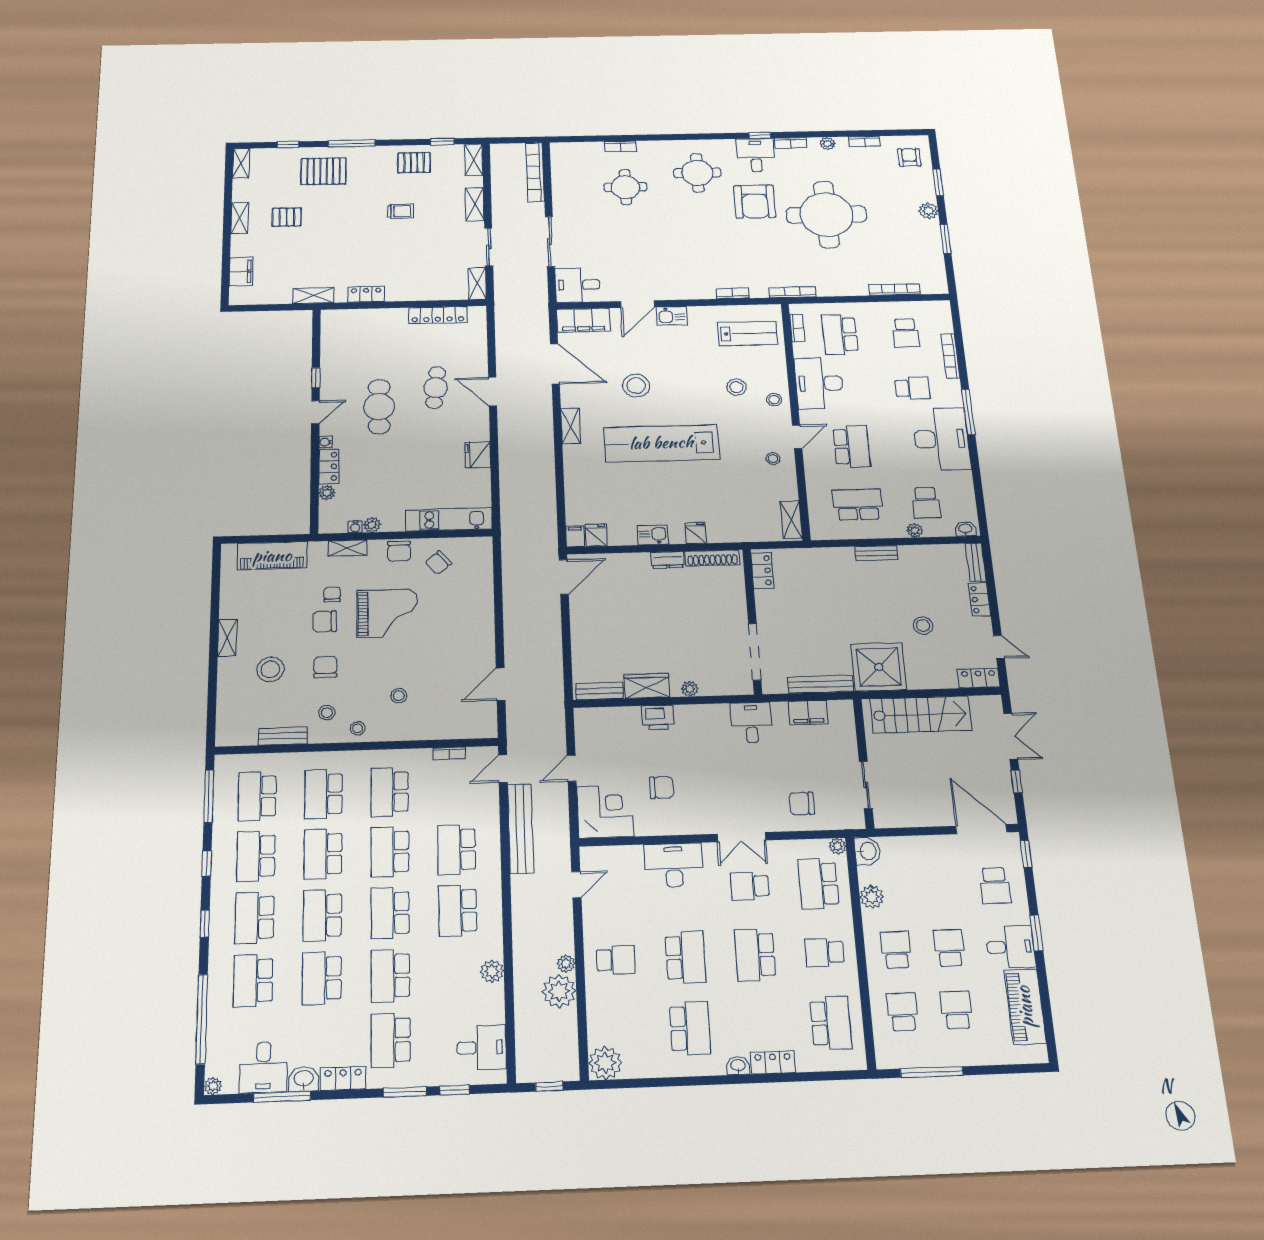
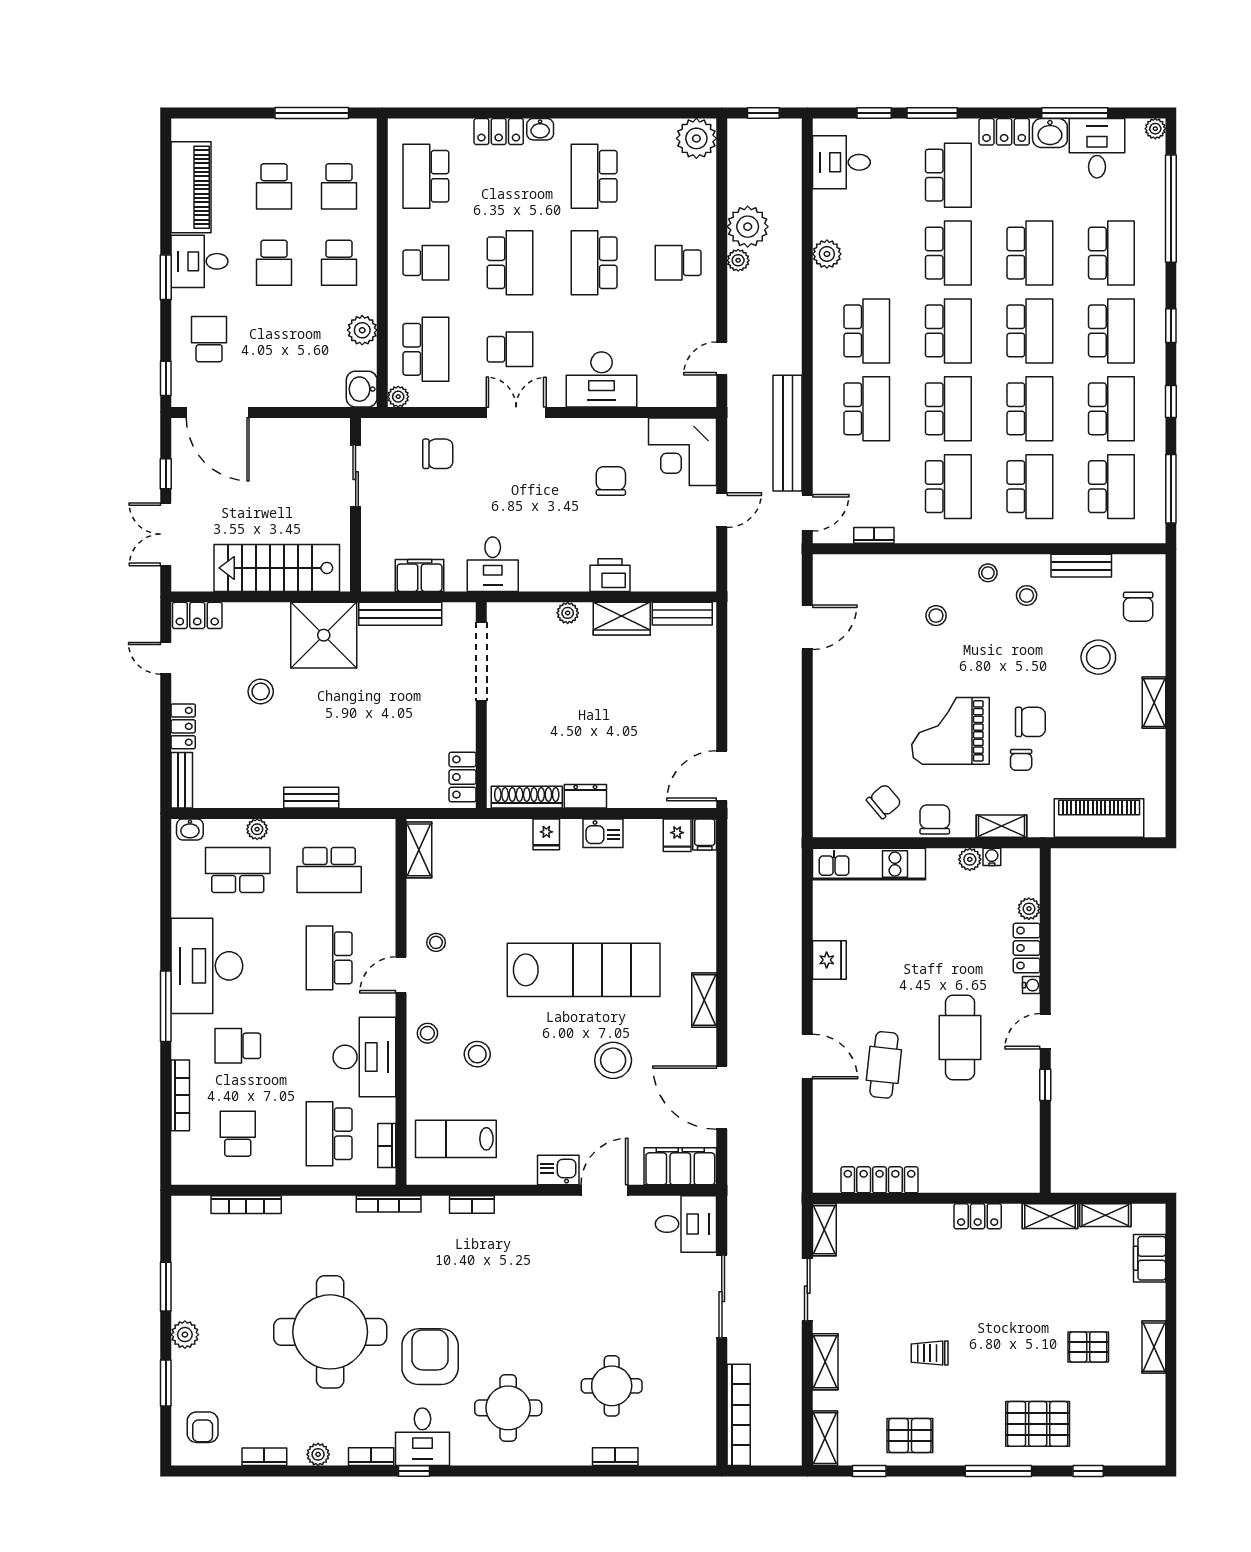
shelving: (241, 163) -> (1105, 1215), moved, turned 90
school desk: (840, 334) -> (329, 1134), turned 180
school desk: (926, 503) -> (238, 870), width x1.85
chair: (325, 667) -> (1138, 607), moved
chair: (662, 787) -> (611, 481), turned 90

